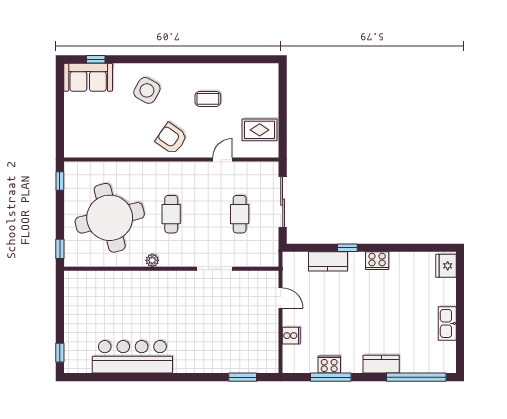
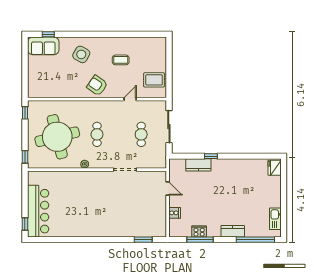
cooker: (377, 261) -> (230, 164), removed
kitchen sink: (447, 323) -> (275, 219), moved
bar counter: (132, 357) -> (38, 211), moved, turned 90

